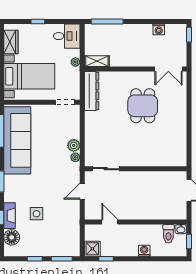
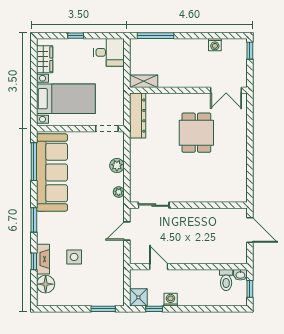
plant: (75, 62) -> (119, 82), removed
plant: (74, 145) -> (117, 166), moved
washing machine: (144, 251) -> (171, 300), moved
window: (35, 259) -> (72, 309), removed

